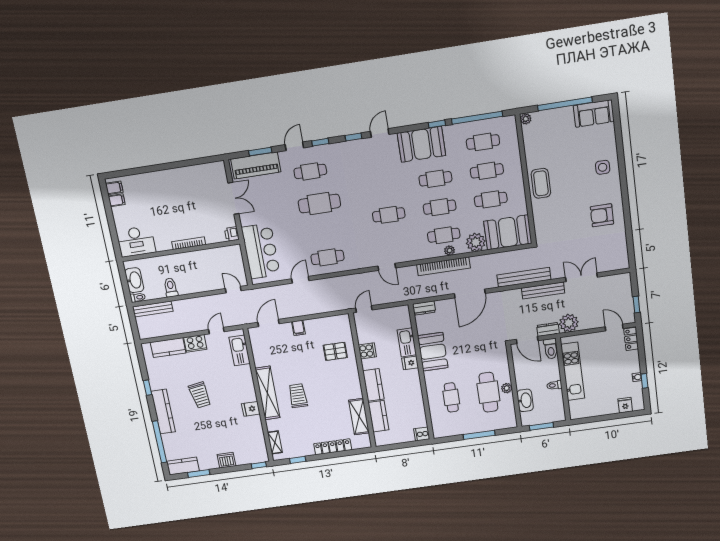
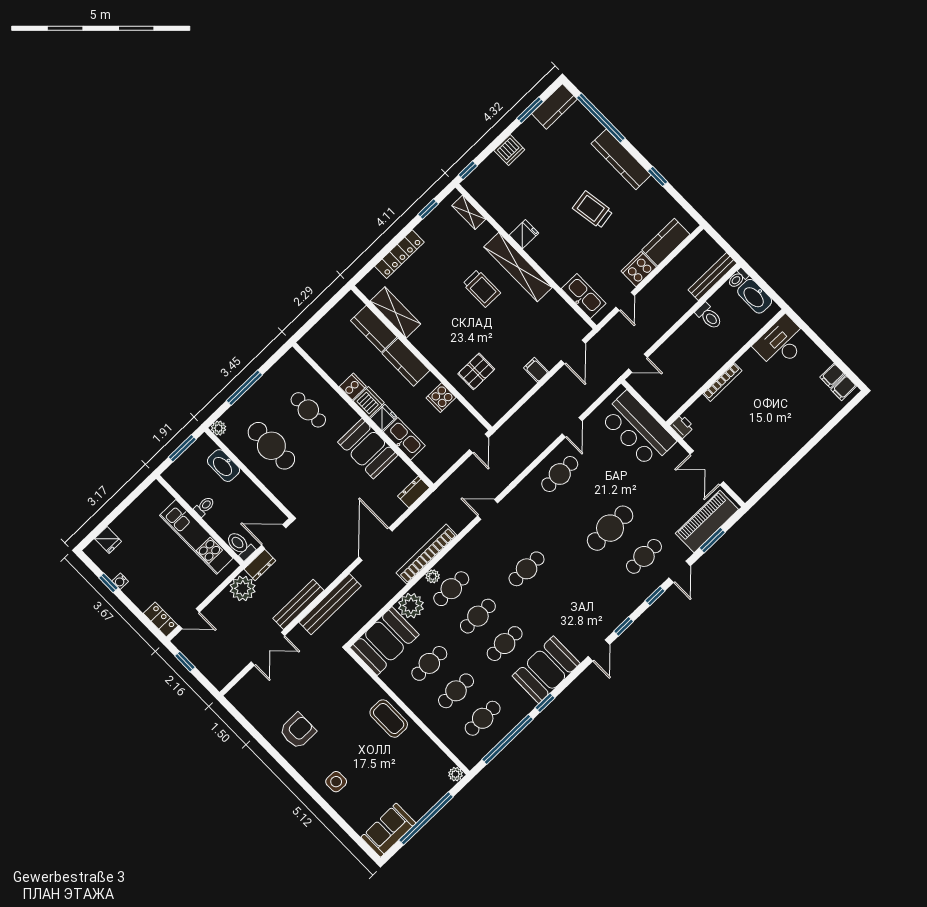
dishwasher: (412, 378) -> (369, 402), added
plant: (507, 388) -> (219, 428), moved
cooker: (422, 434) -> (353, 387), moved

